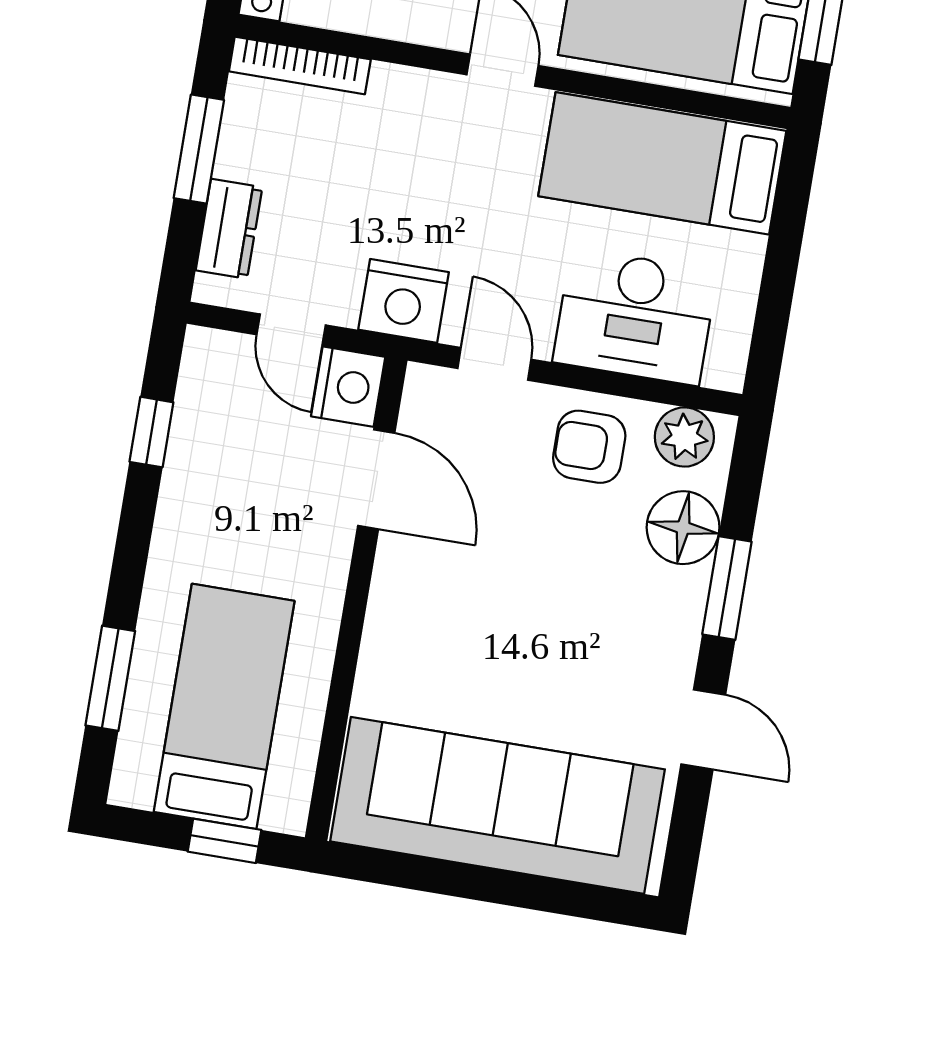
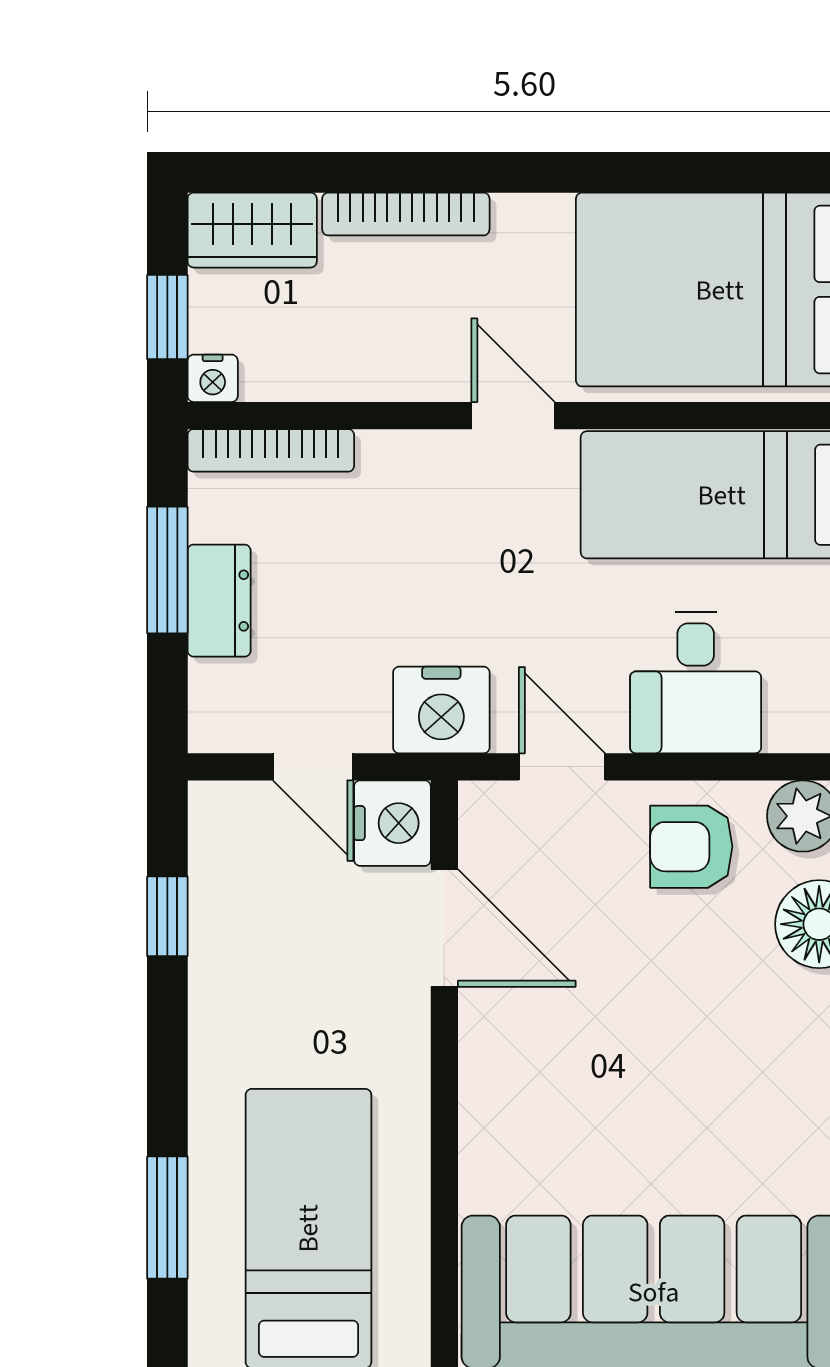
dresser: (229, 229) -> (219, 601), moved
desk: (635, 317) -> (696, 683), width x0.73

